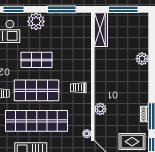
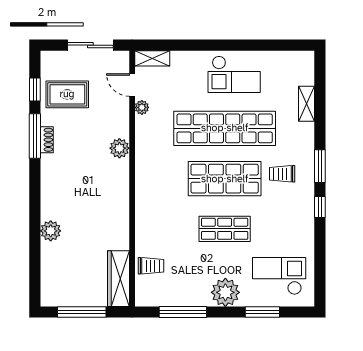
trolley: (78, 88) -> (151, 266), moved

